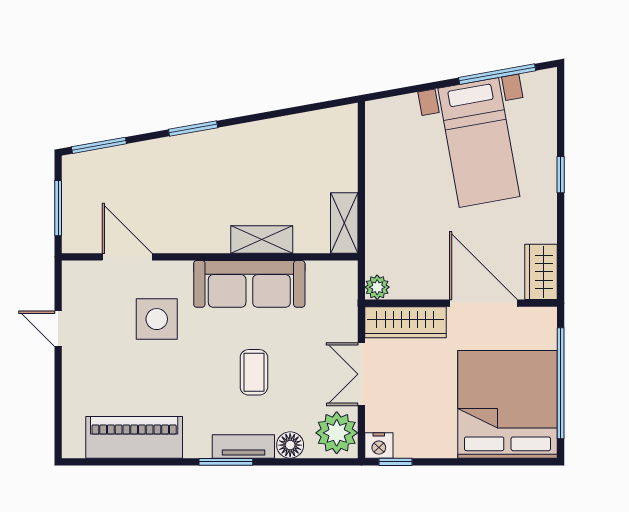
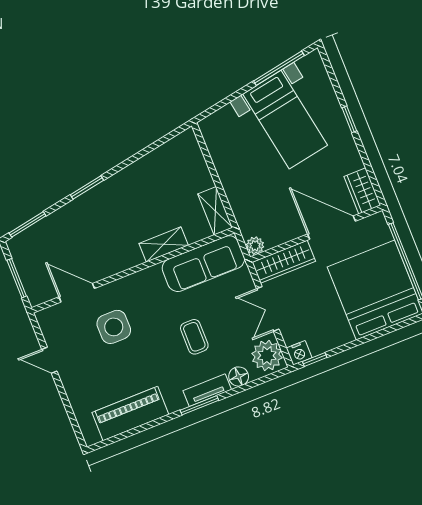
sofa: (249, 284) -> (203, 264), moved

